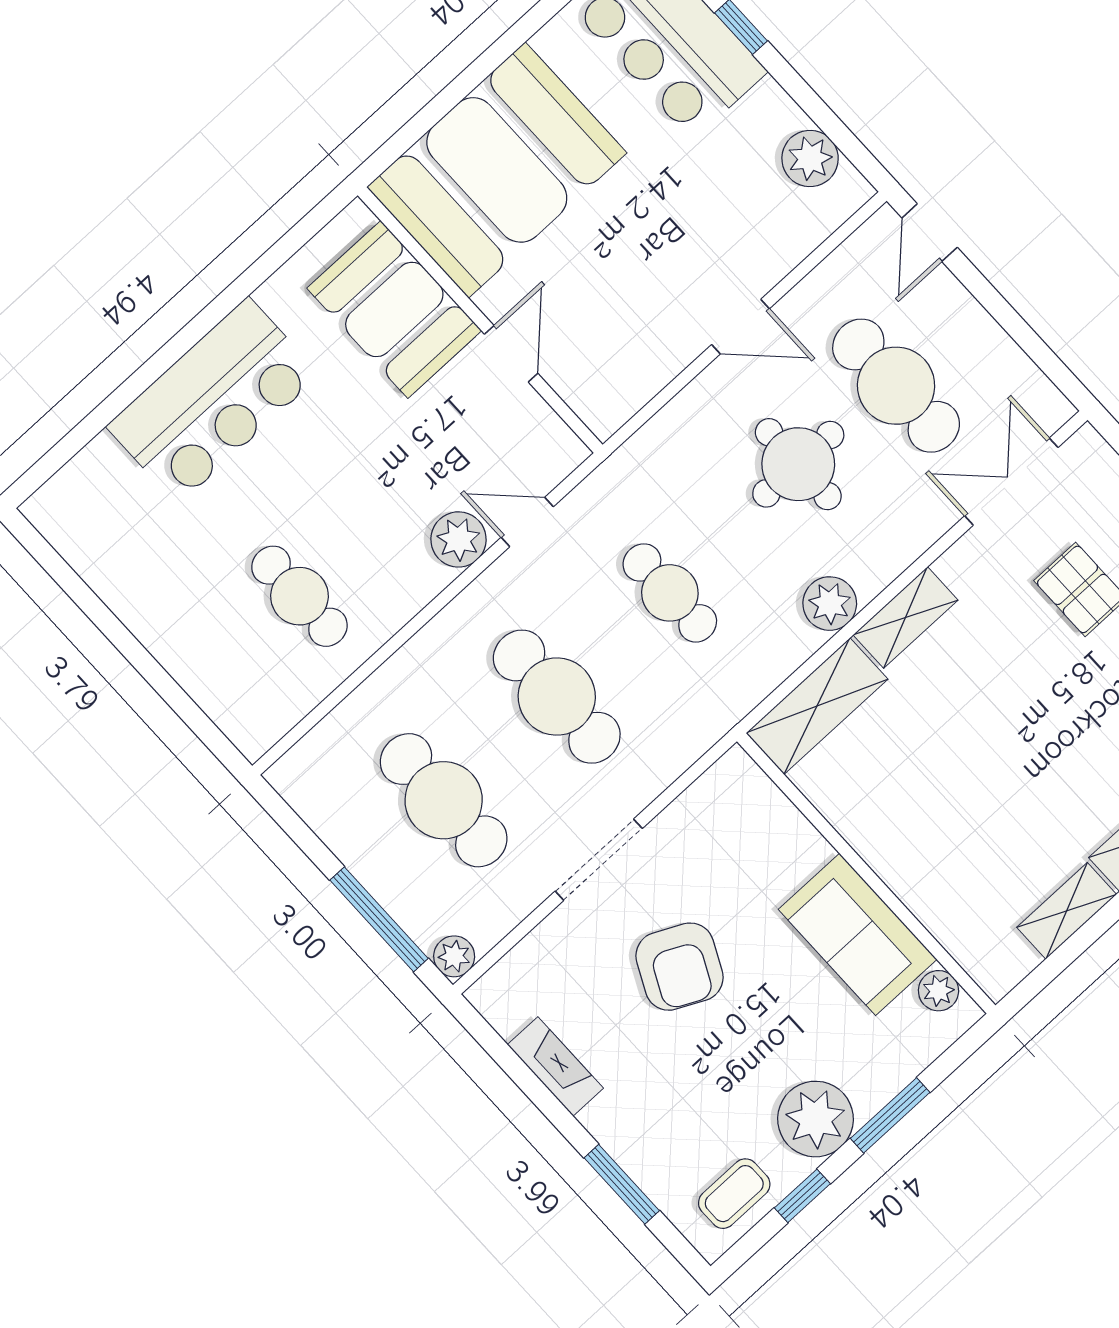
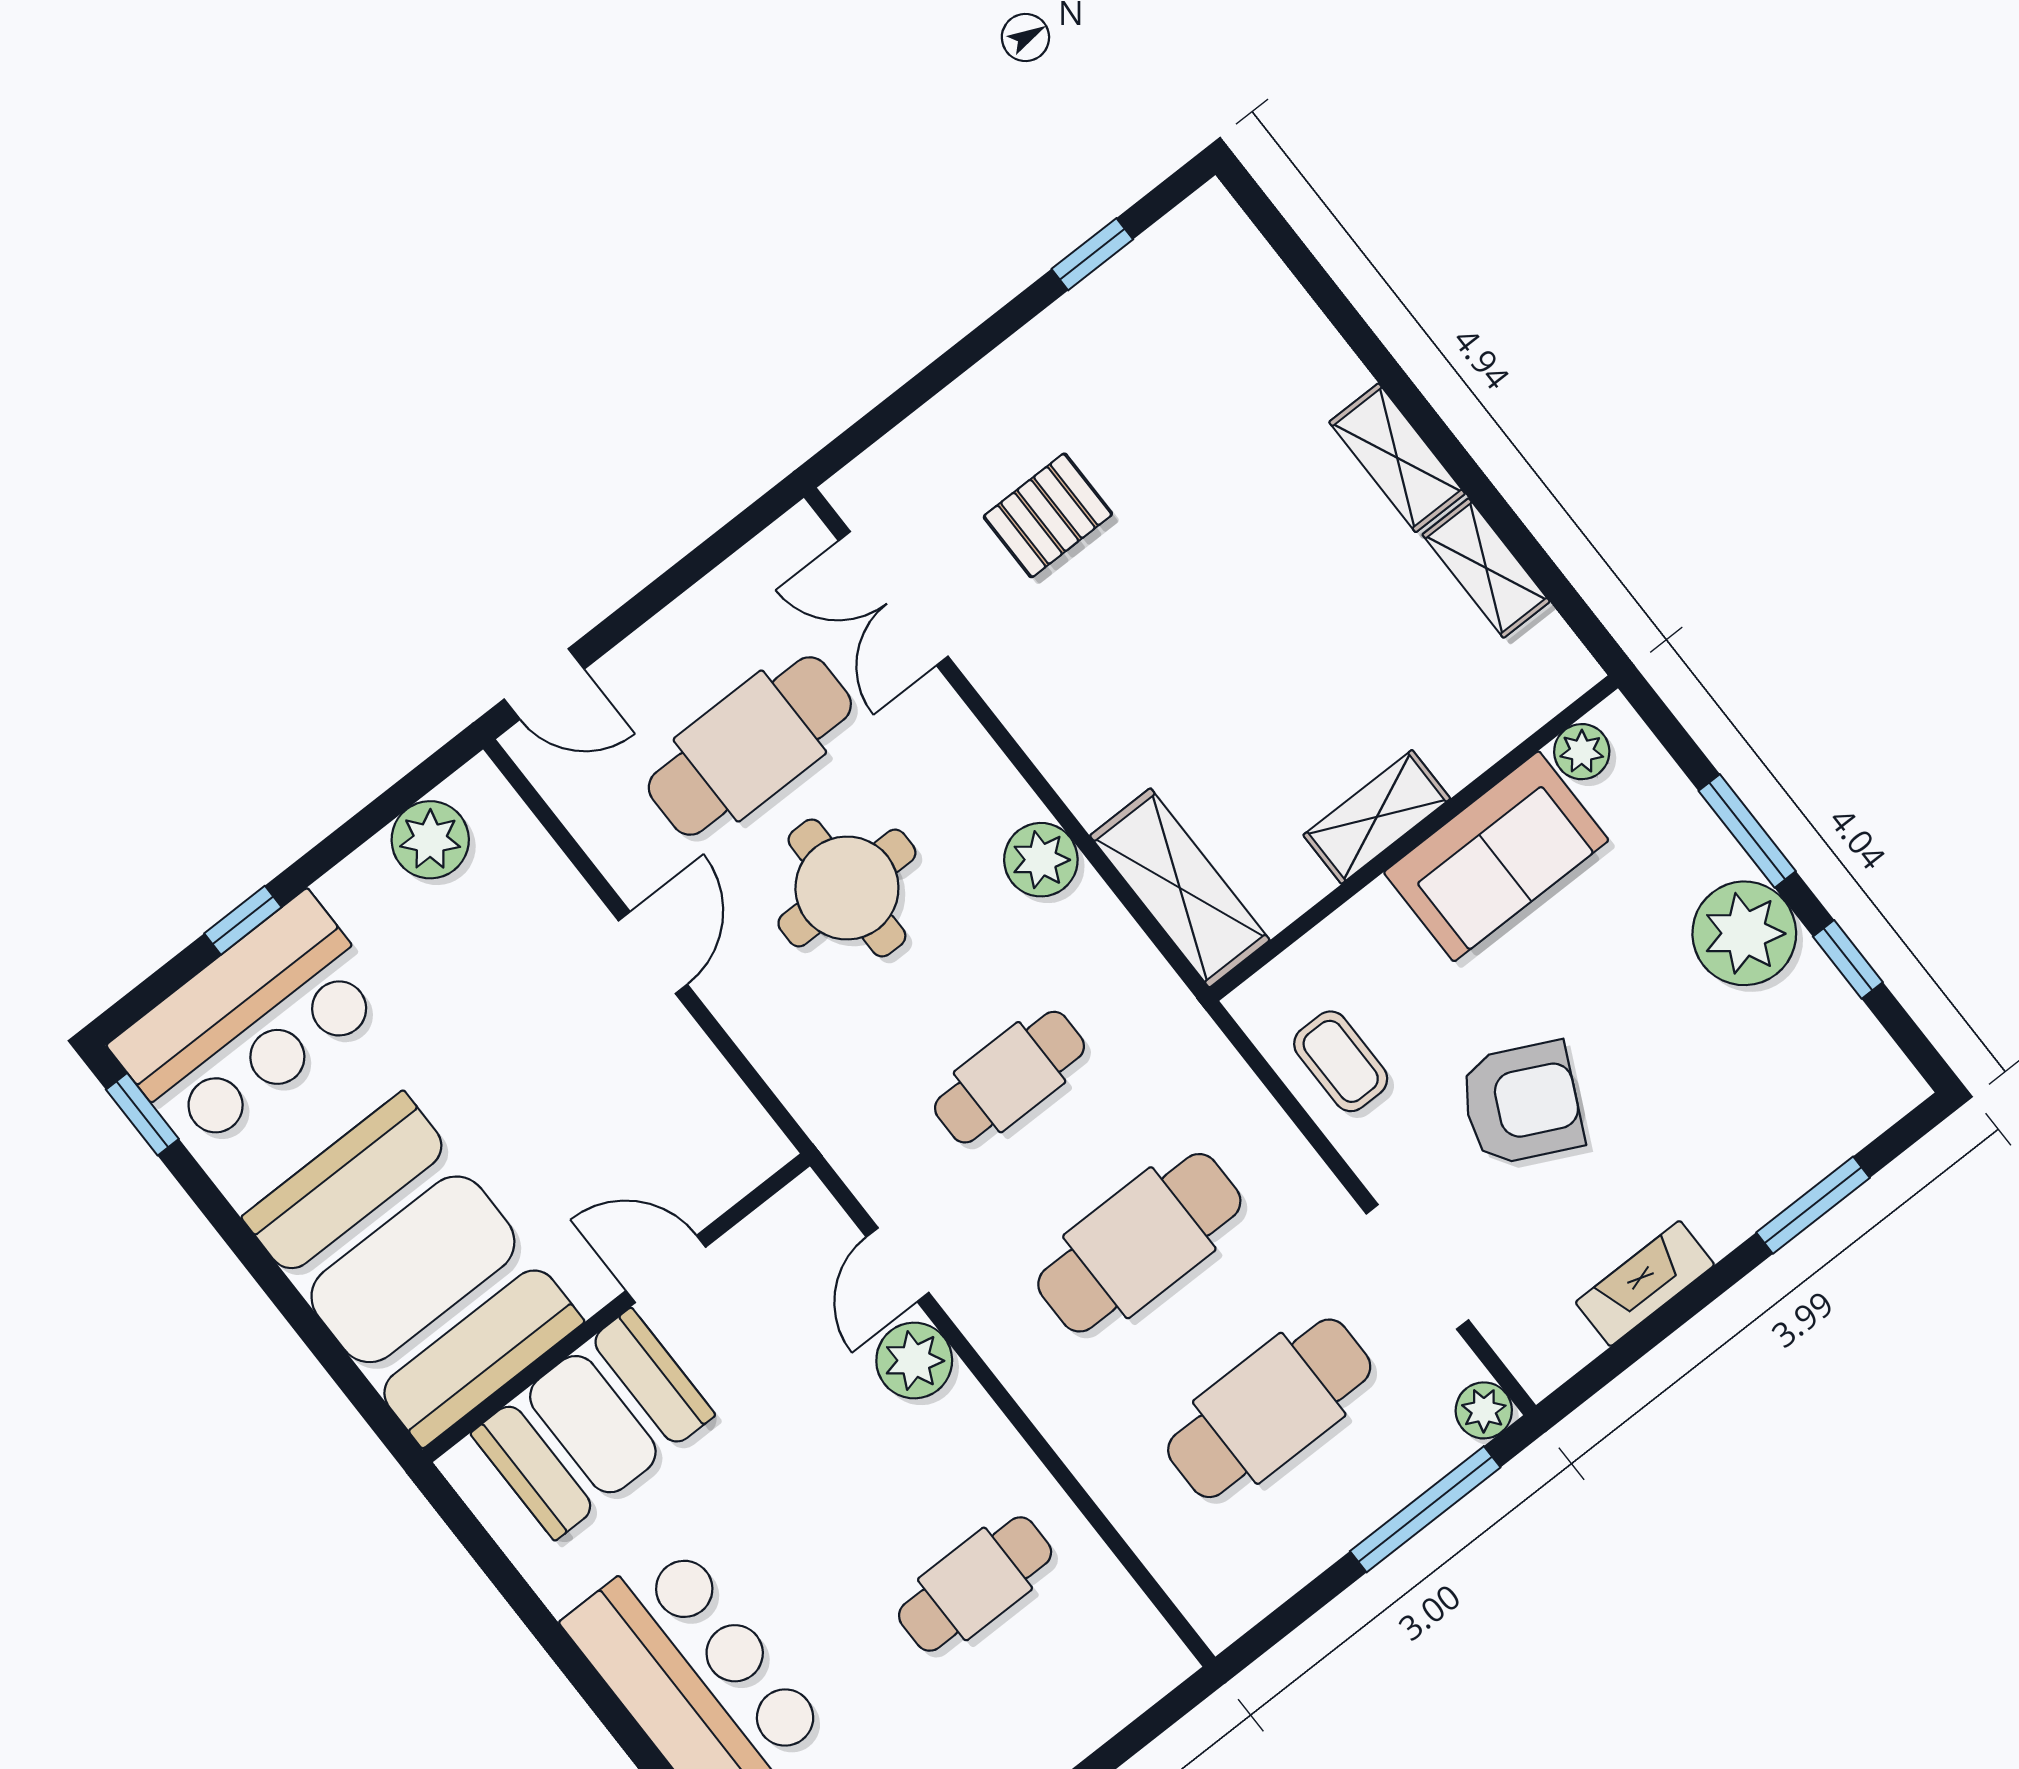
shelving: (906, 617) -> (1377, 817), moved, turned 90
doorway: (599, 860) -> (1417, 1267), moved
coffee table: (734, 1194) -> (1341, 1061), moved

